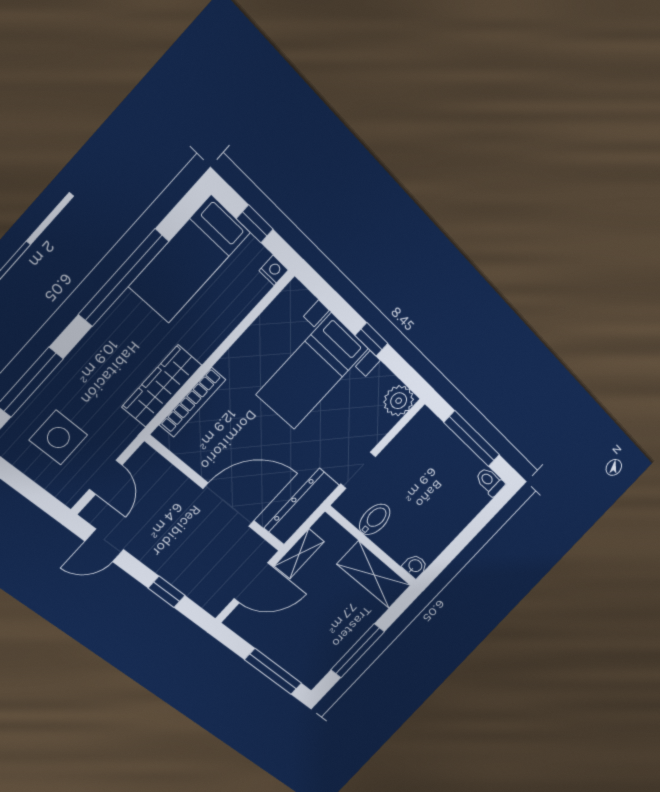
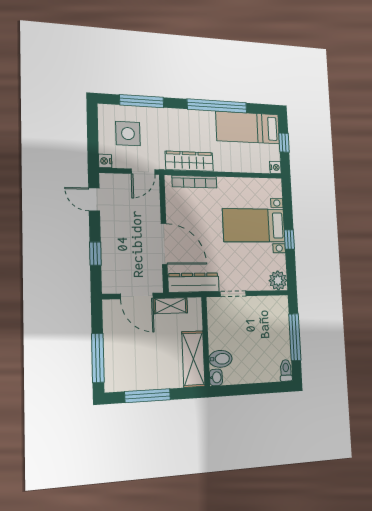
door: (106, 477) -> (143, 172), moved
nightstand: (69, 495) -> (105, 161), added
bidet: (375, 519) -> (221, 359), moved

